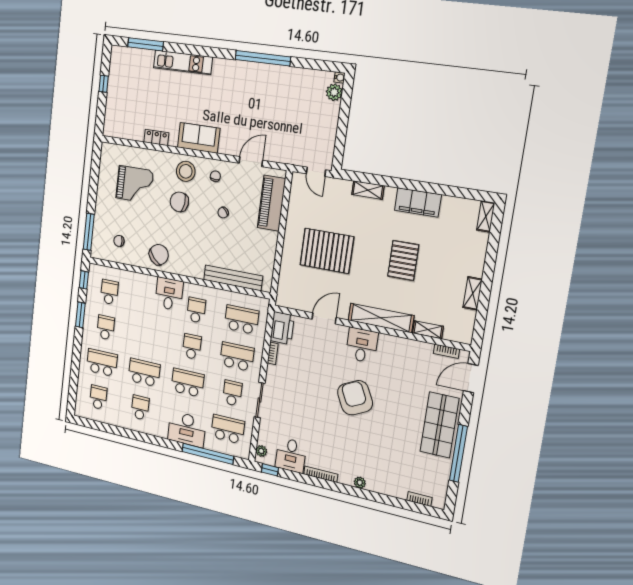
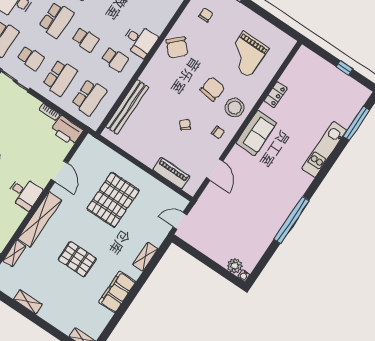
piano: (271, 203) -> (171, 173), width x0.73, depth x0.75

